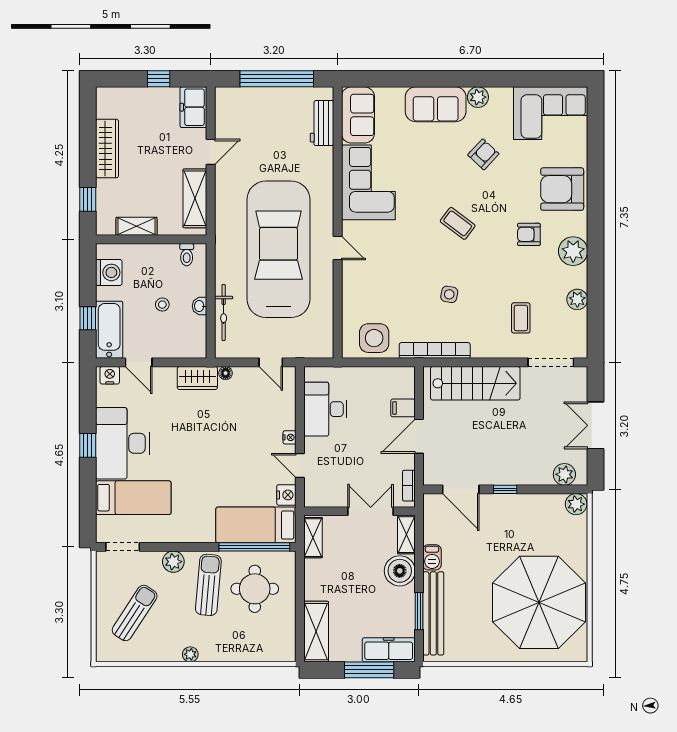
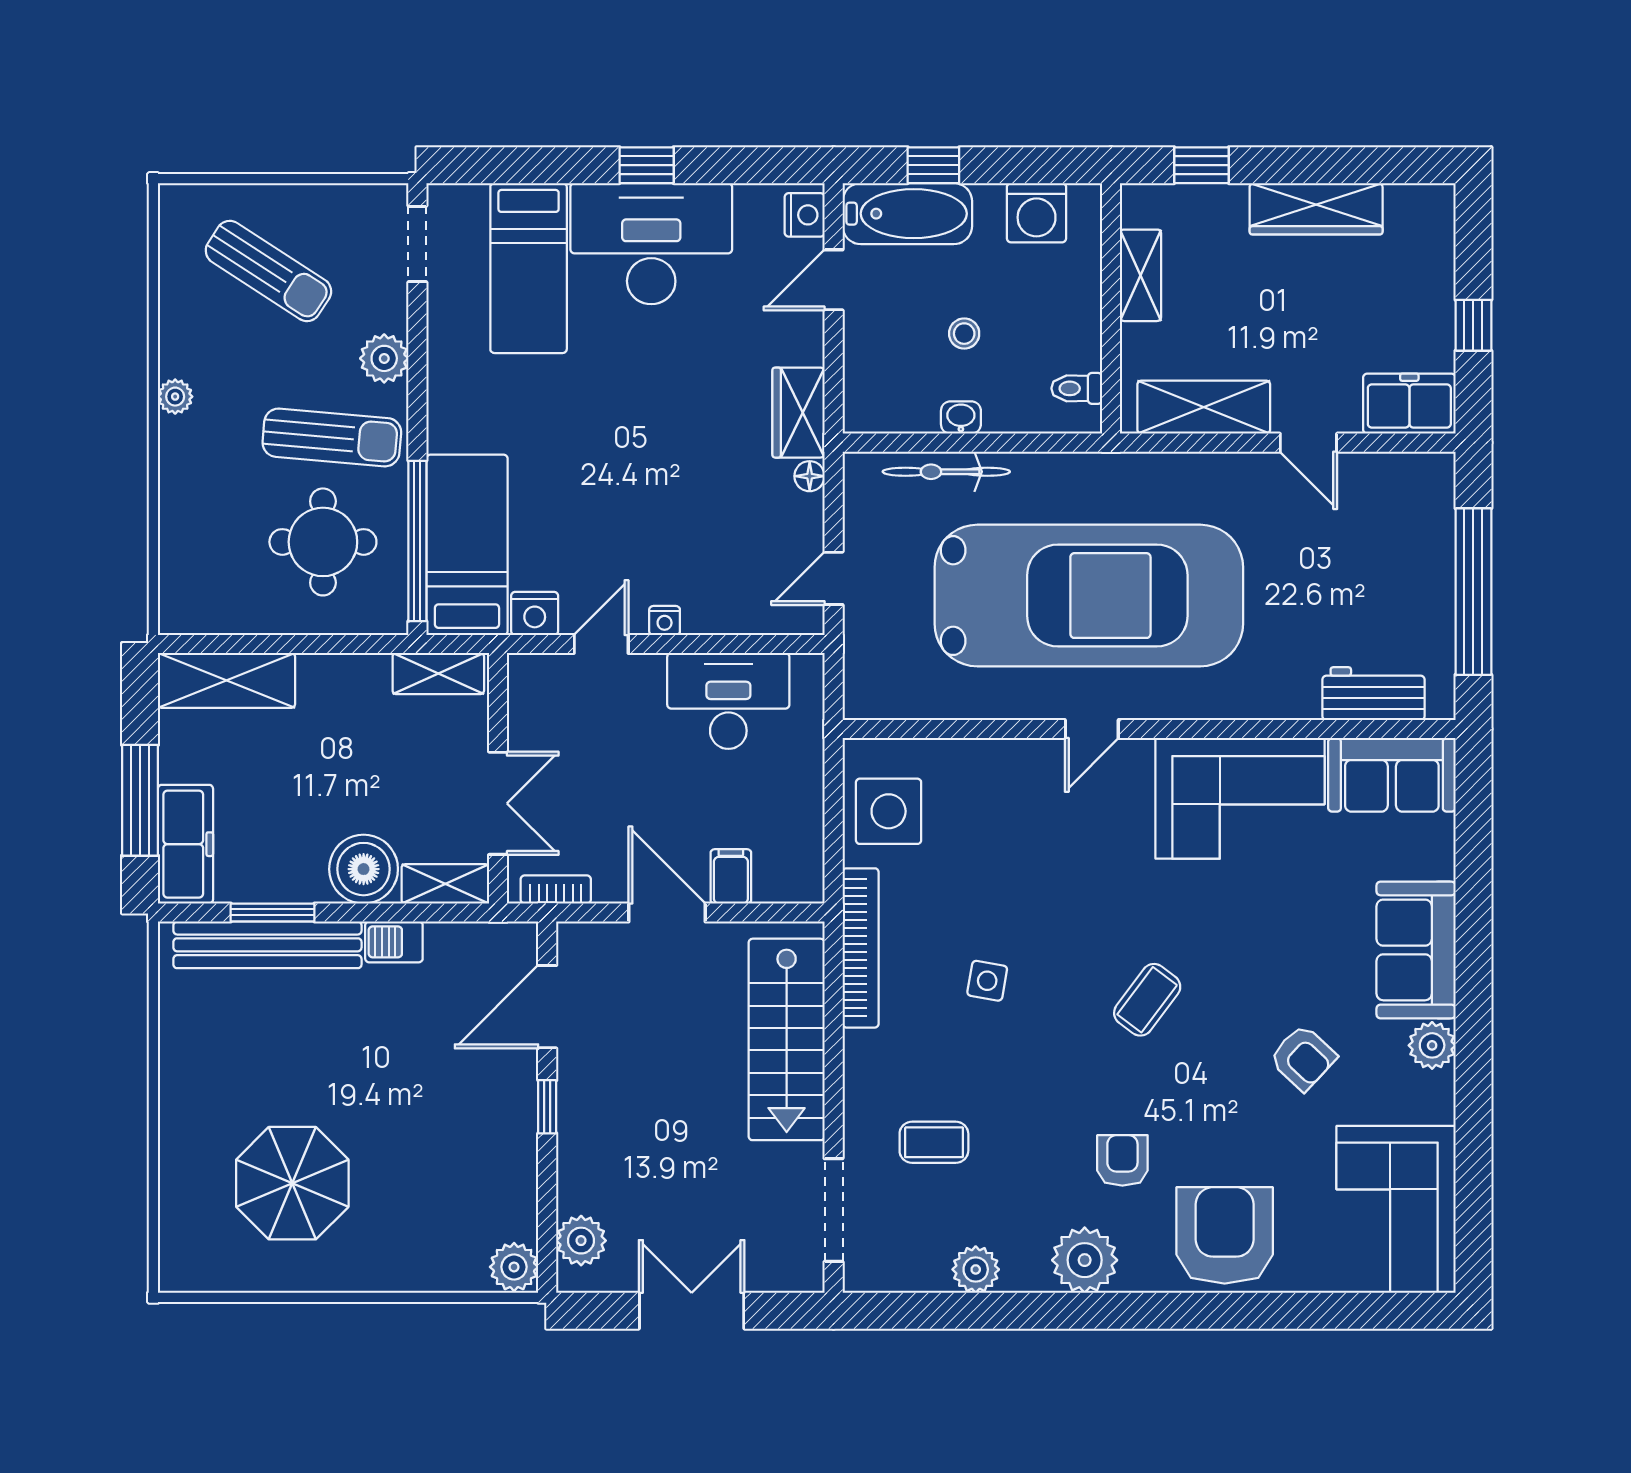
parasol: (539, 602) -> (292, 1183), width x0.54, depth x0.54

